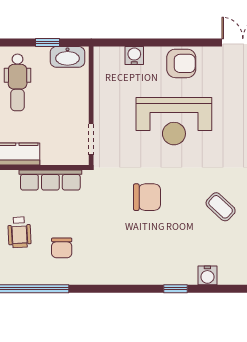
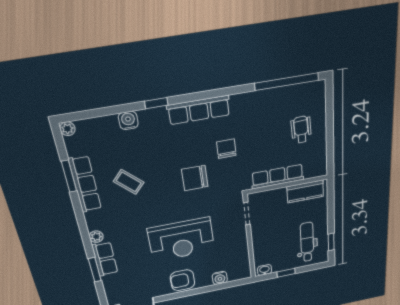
washbasin: (67, 57) -> (265, 270), width x0.52, depth x0.69
reception desk: (174, 121) -> (181, 240), turned 180
chair: (62, 248) -> (226, 149), moved
row of seats: (132, 274) -> (199, 110), added

